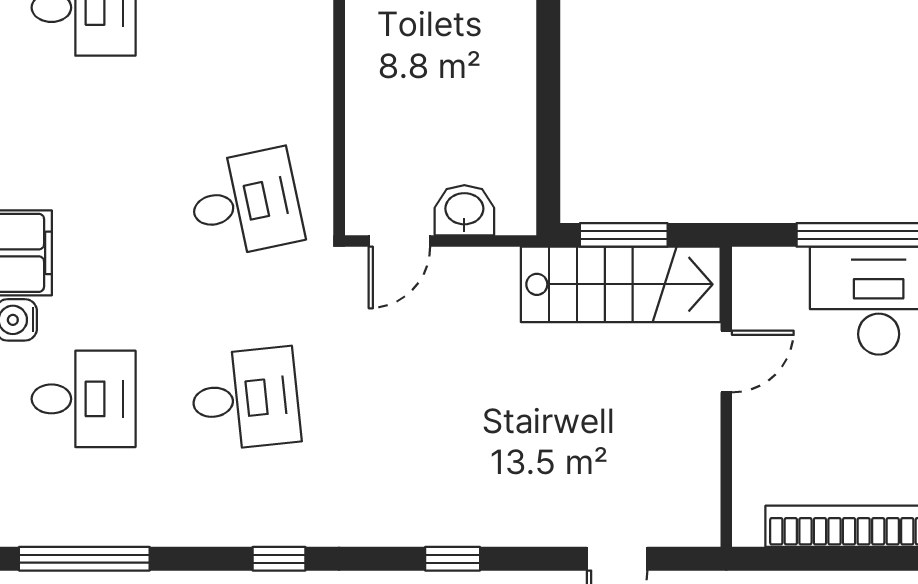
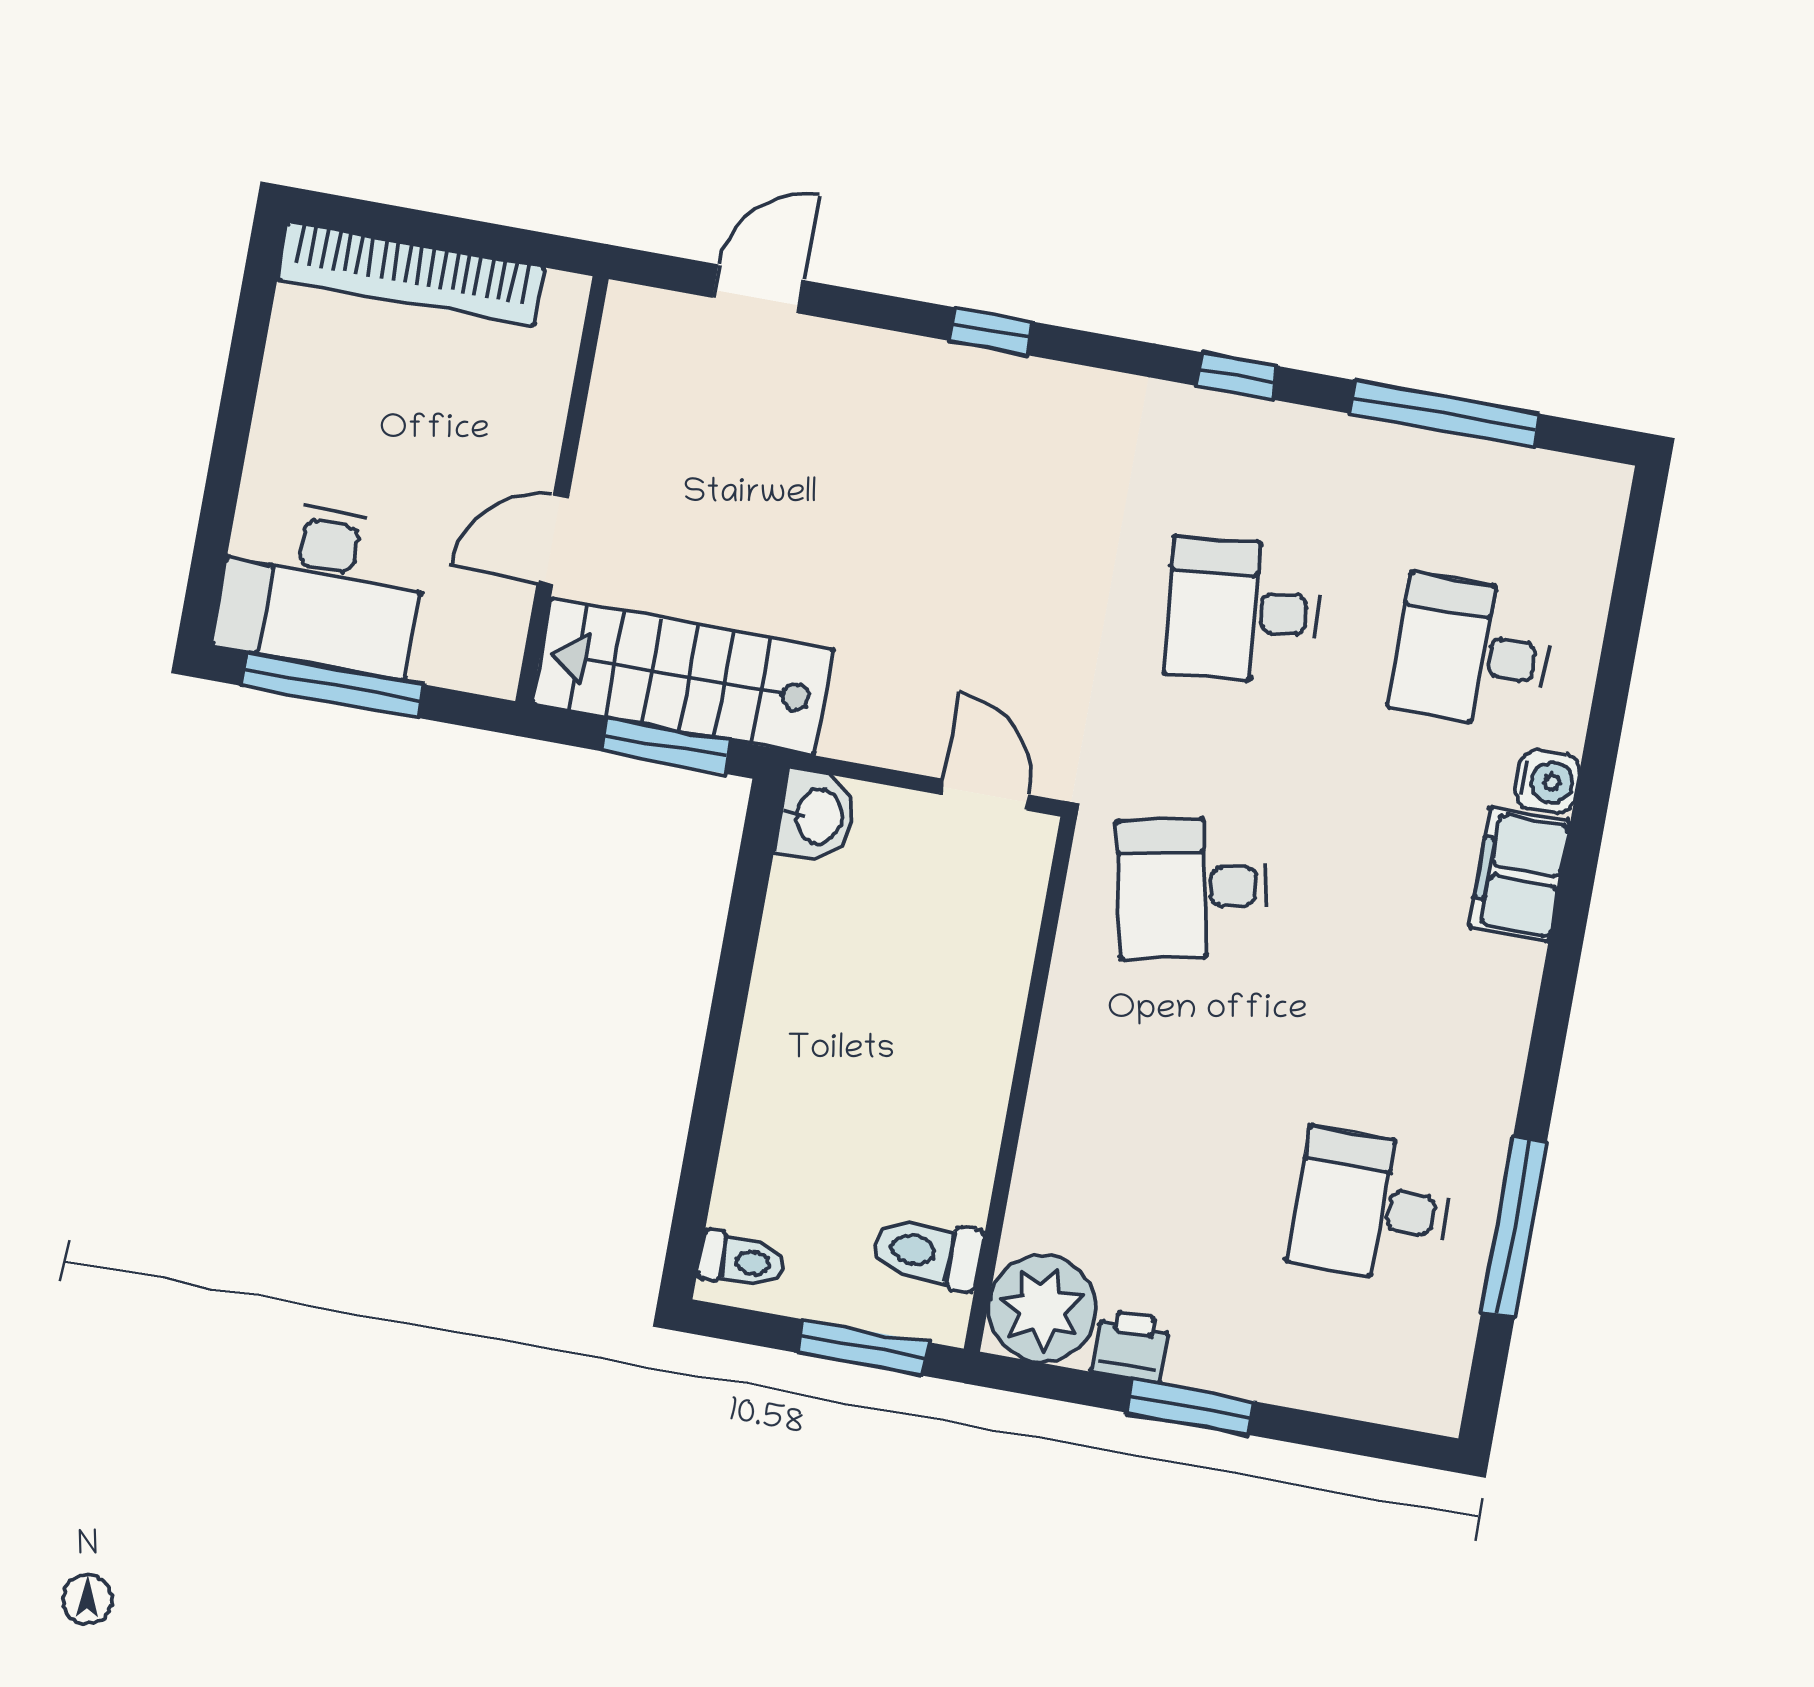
washbasin: (464, 210) -> (817, 816), moved, turned -90
door: (399, 241) -> (985, 795), hinge flipped
window: (84, 559) -> (1444, 414), moved

